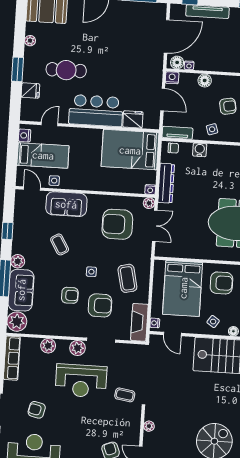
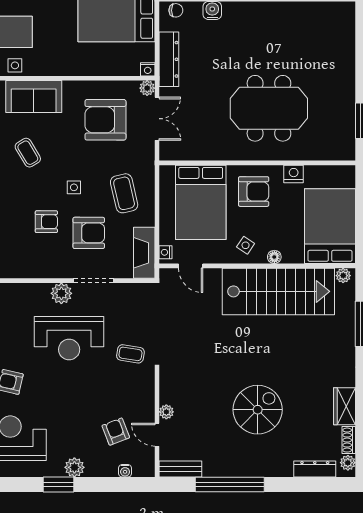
plant: (48, 346) -> (21, 293), removed
plant: (149, 426) -> (166, 412), moved

